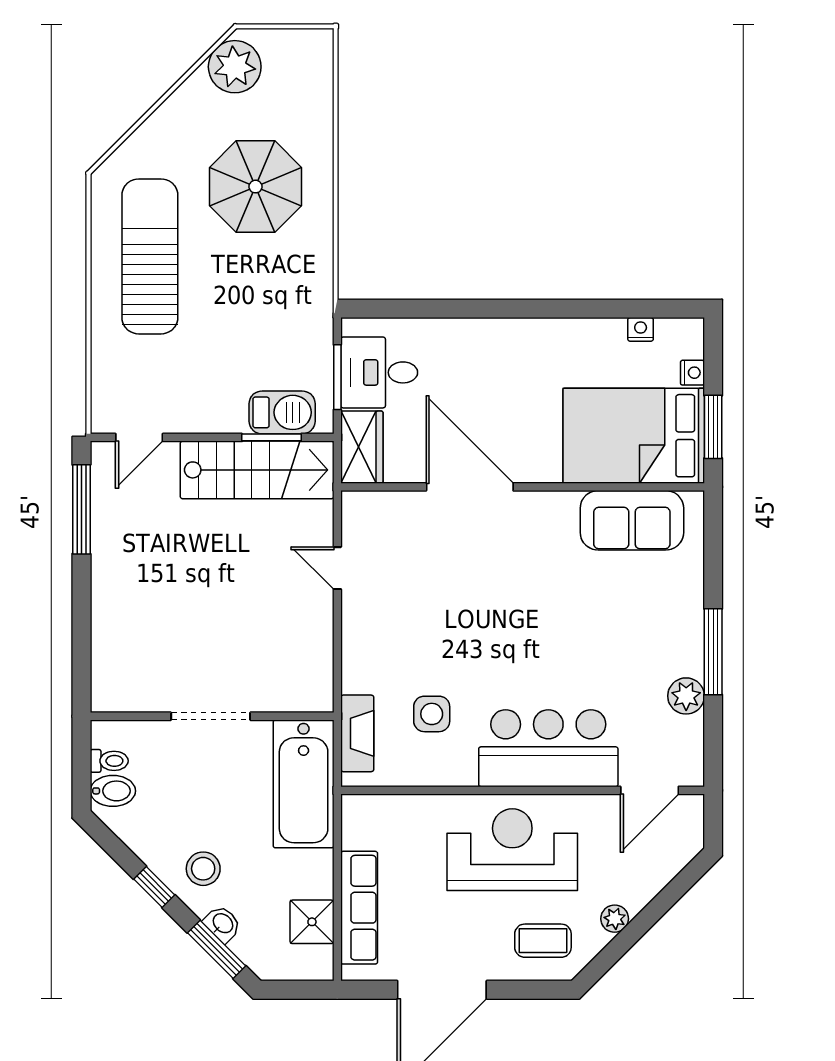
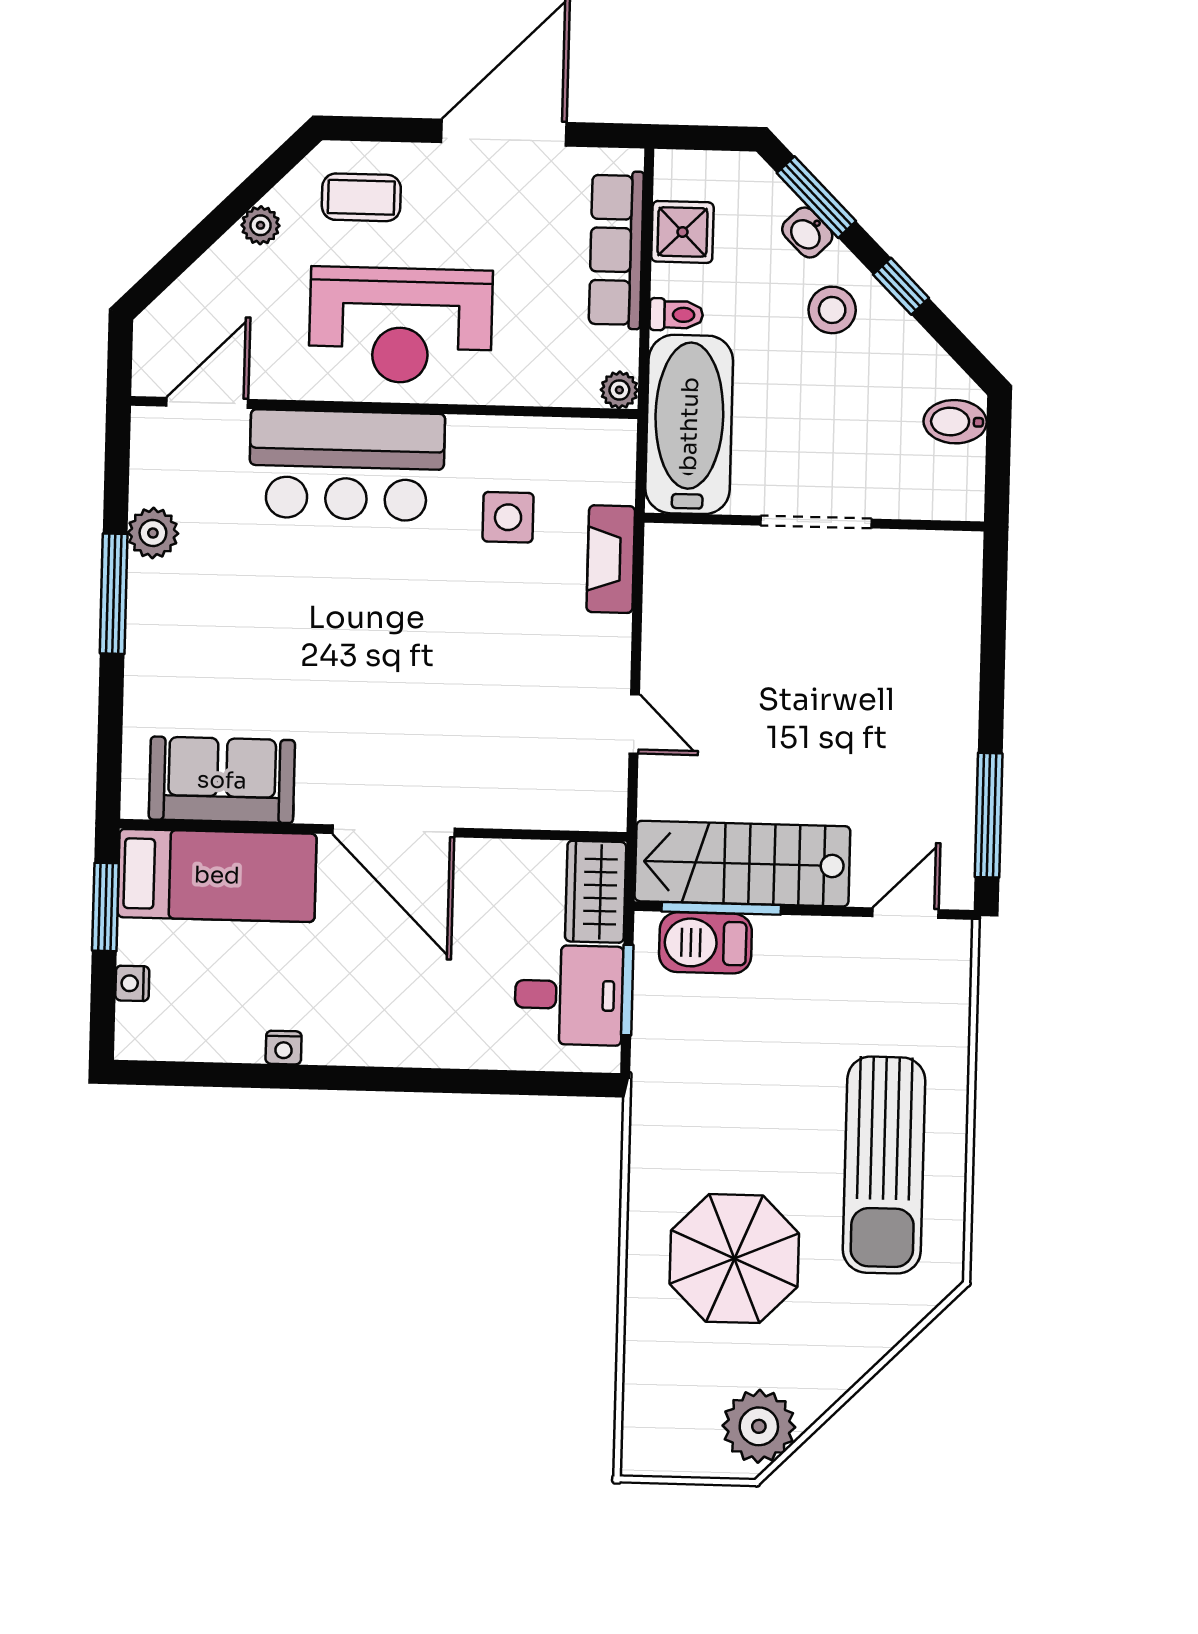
nightstand: (641, 329) -> (284, 1048), moved
bed: (634, 436) -> (217, 875), width x0.67
window: (271, 437) -> (721, 908), width x1.44
door: (470, 487) -> (393, 831), moved
fireplace: (357, 733) -> (611, 559), moved
toilet: (109, 761) -> (676, 315), moved, turned 180
plant: (354, 807) -> (619, 390), added

